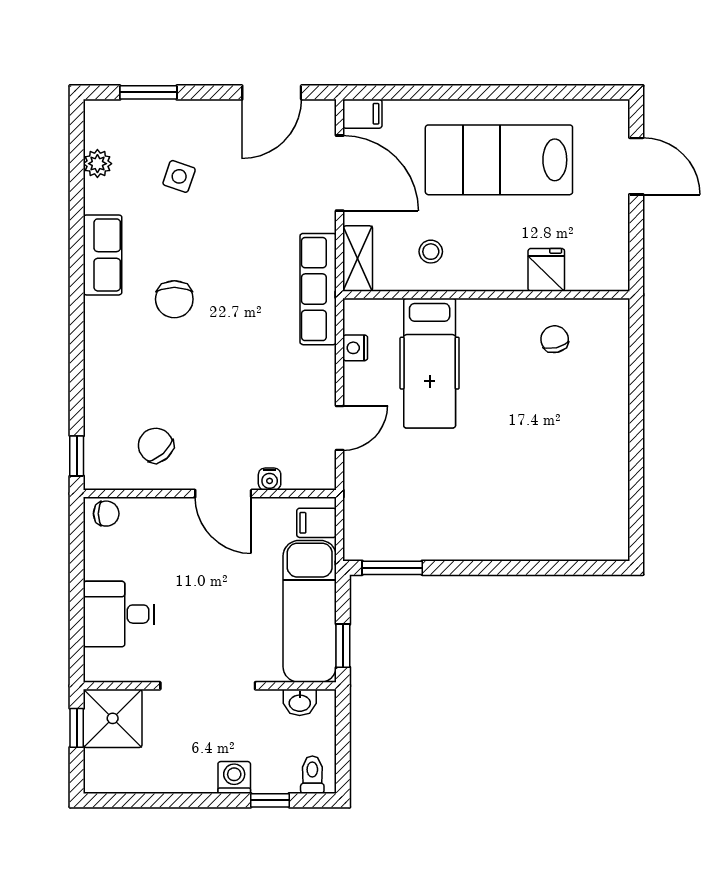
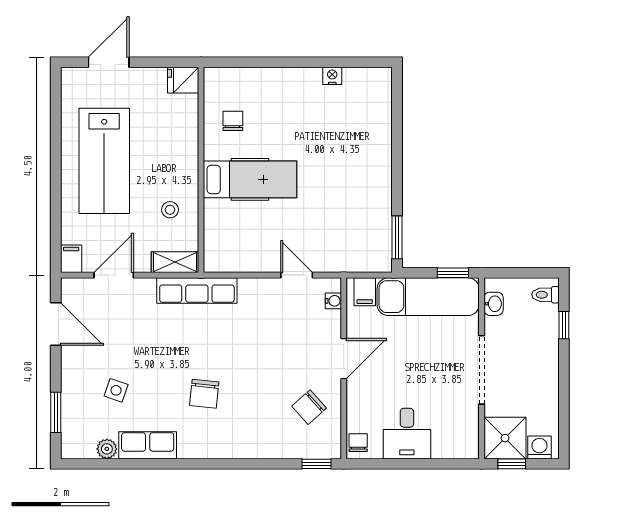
door: (340, 173) -> (114, 275), width x0.73
row of seats: (103, 255) -> (148, 445), moved
fridge: (546, 270) -> (183, 80), moved
chair: (174, 299) -> (204, 394), turned 96
chair: (555, 339) -> (233, 121), turned 103
nightstand: (355, 348) -> (332, 76), moved, turned 180
hospital bed: (430, 363) -> (250, 179), moved
water cooler: (270, 479) -> (333, 301), moved
desk: (119, 614) -> (407, 434), moved
washing machine: (234, 777) -> (539, 447), moved, turned 90

